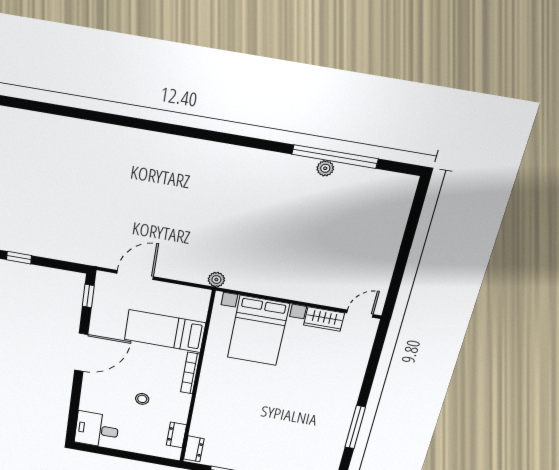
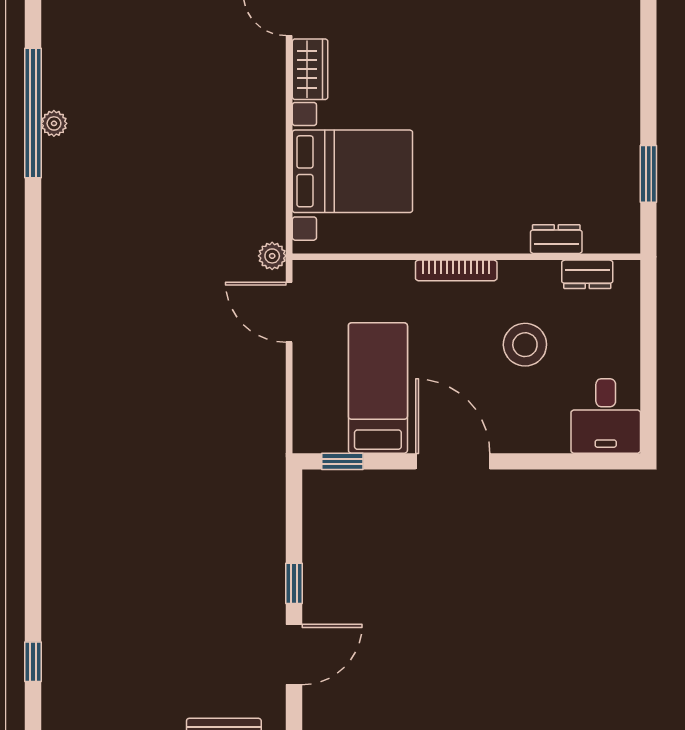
door: (135, 275) -> (289, 312), moved
bed: (165, 331) -> (378, 388), moved, turned 180
stool: (142, 399) -> (525, 345), width x1.89, depth x1.89
dresser: (194, 449) -> (556, 239), moved

